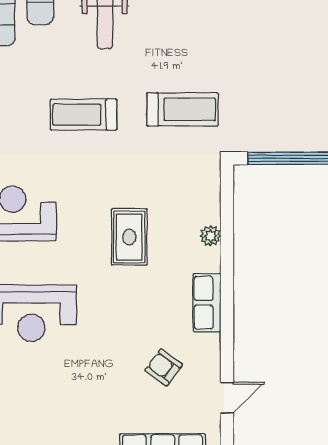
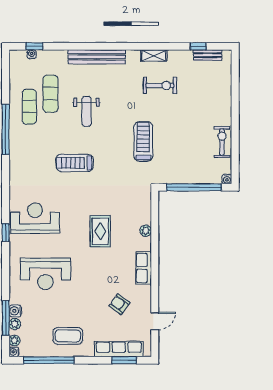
treadmill: (183, 109) -> (143, 141), moved, turned -90
coffee table: (71, 424) -> (68, 336), added

